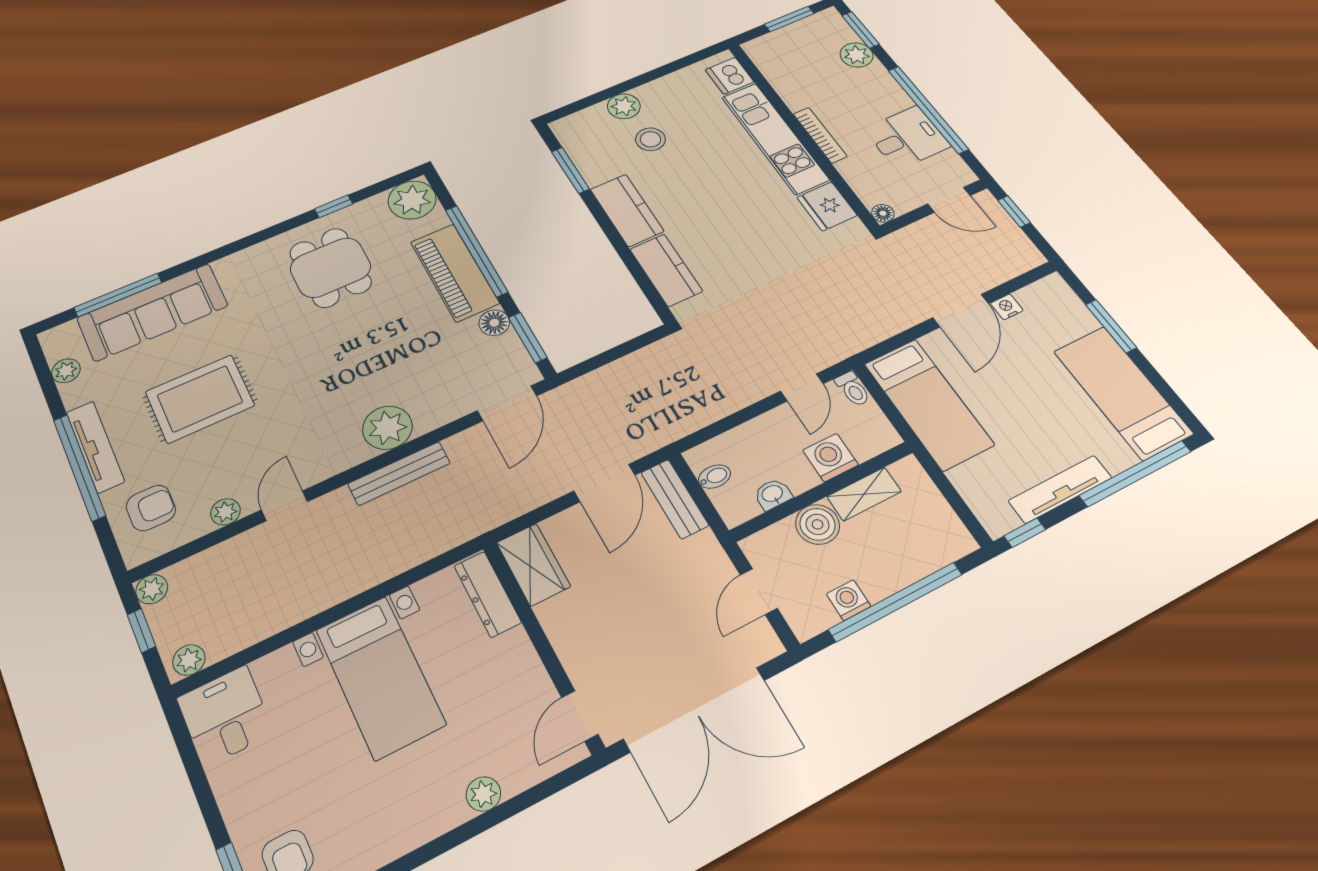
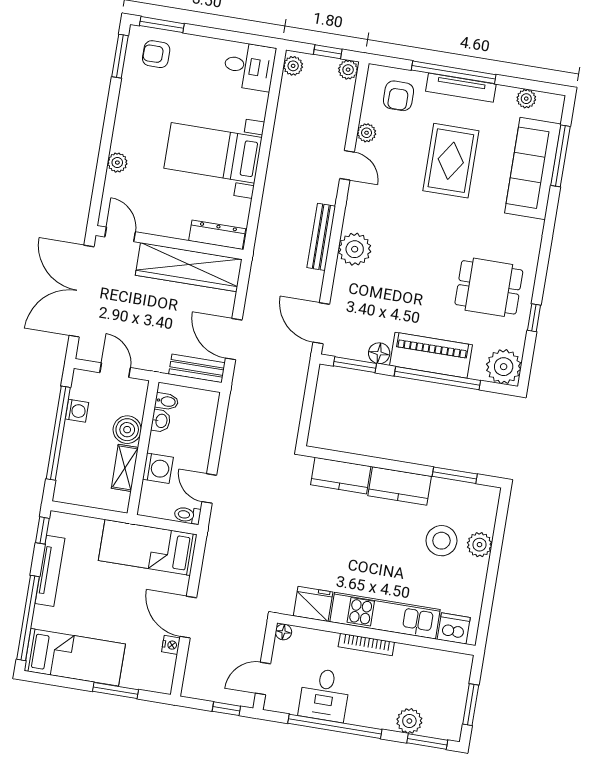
stool: (650, 139) -> (441, 541), width x1.38, depth x1.38
bidet: (714, 477) -> (167, 401), moved, turned -90
wardrobe: (533, 564) -> (189, 267), width x2.10, depth x1.17

